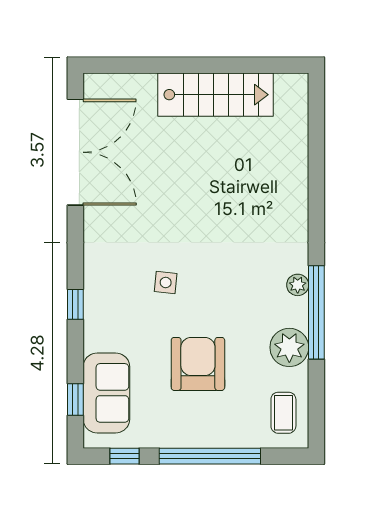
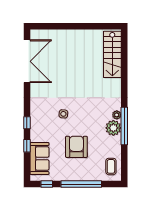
stairs: (215, 95) -> (112, 54), moved, turned 90
plant: (289, 347) -> (113, 128), moved
window: (75, 400) -> (27, 146), moved

